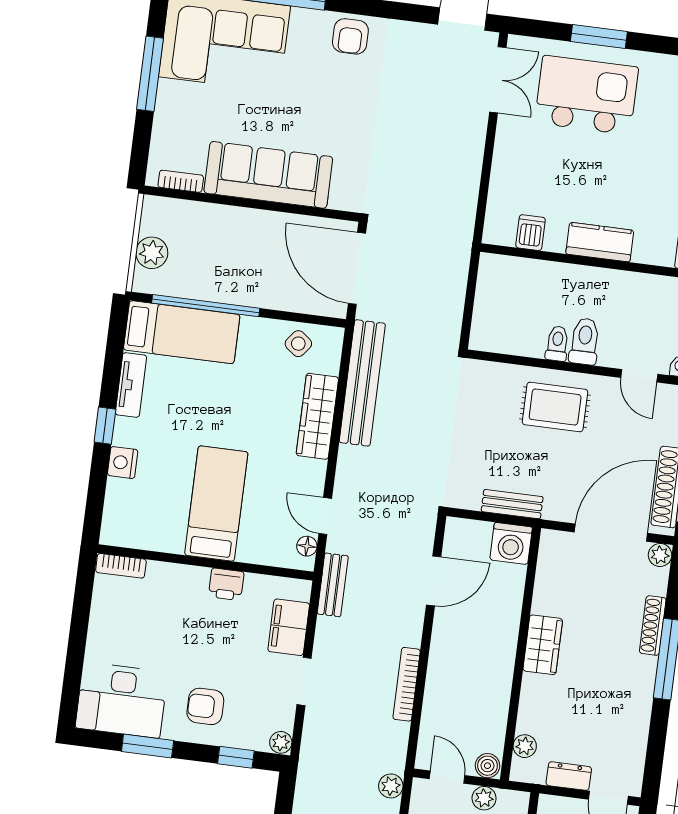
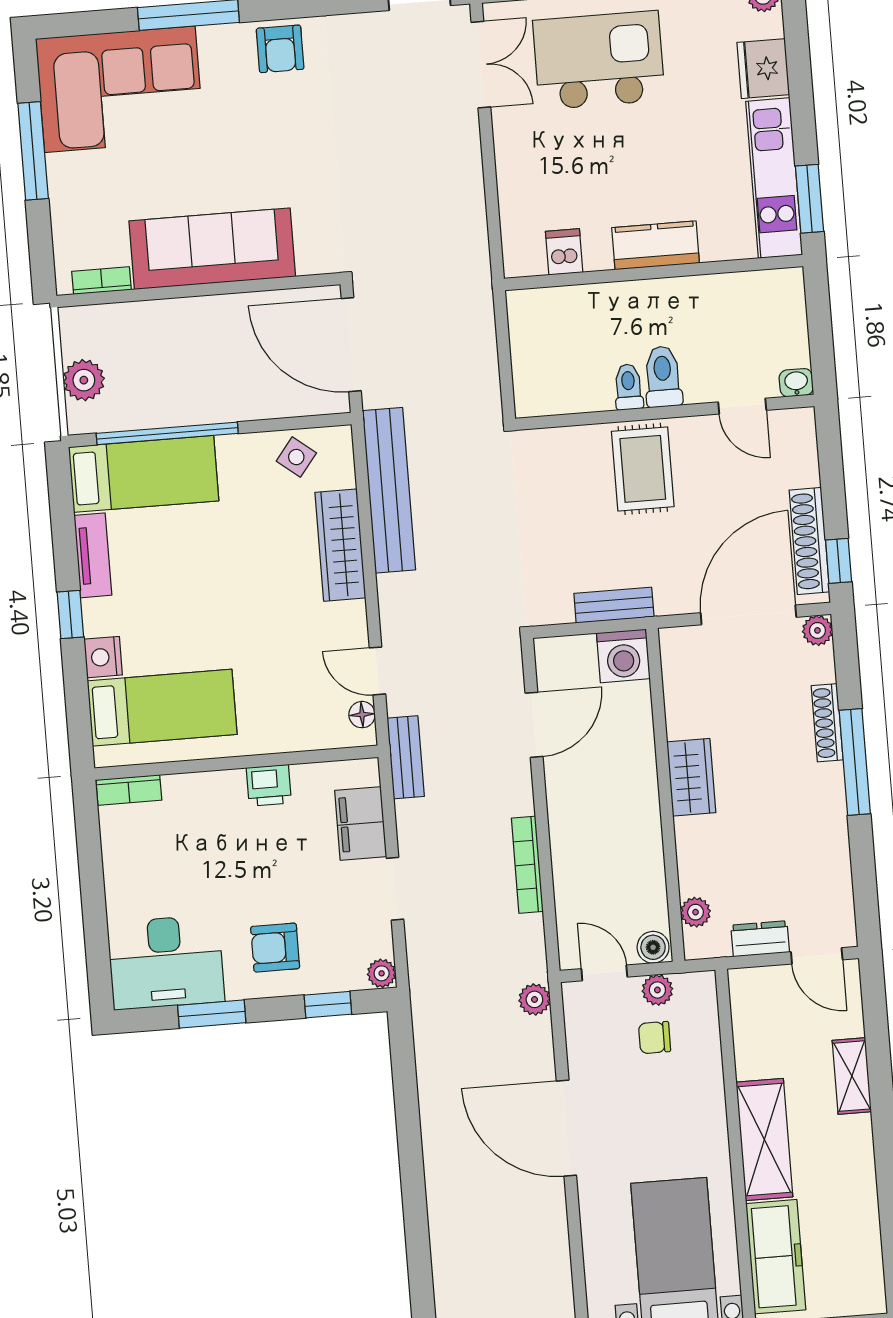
rug: (555, 407) -> (643, 469), turned 90
bed: (216, 504) -> (162, 708), moved, turned 90

